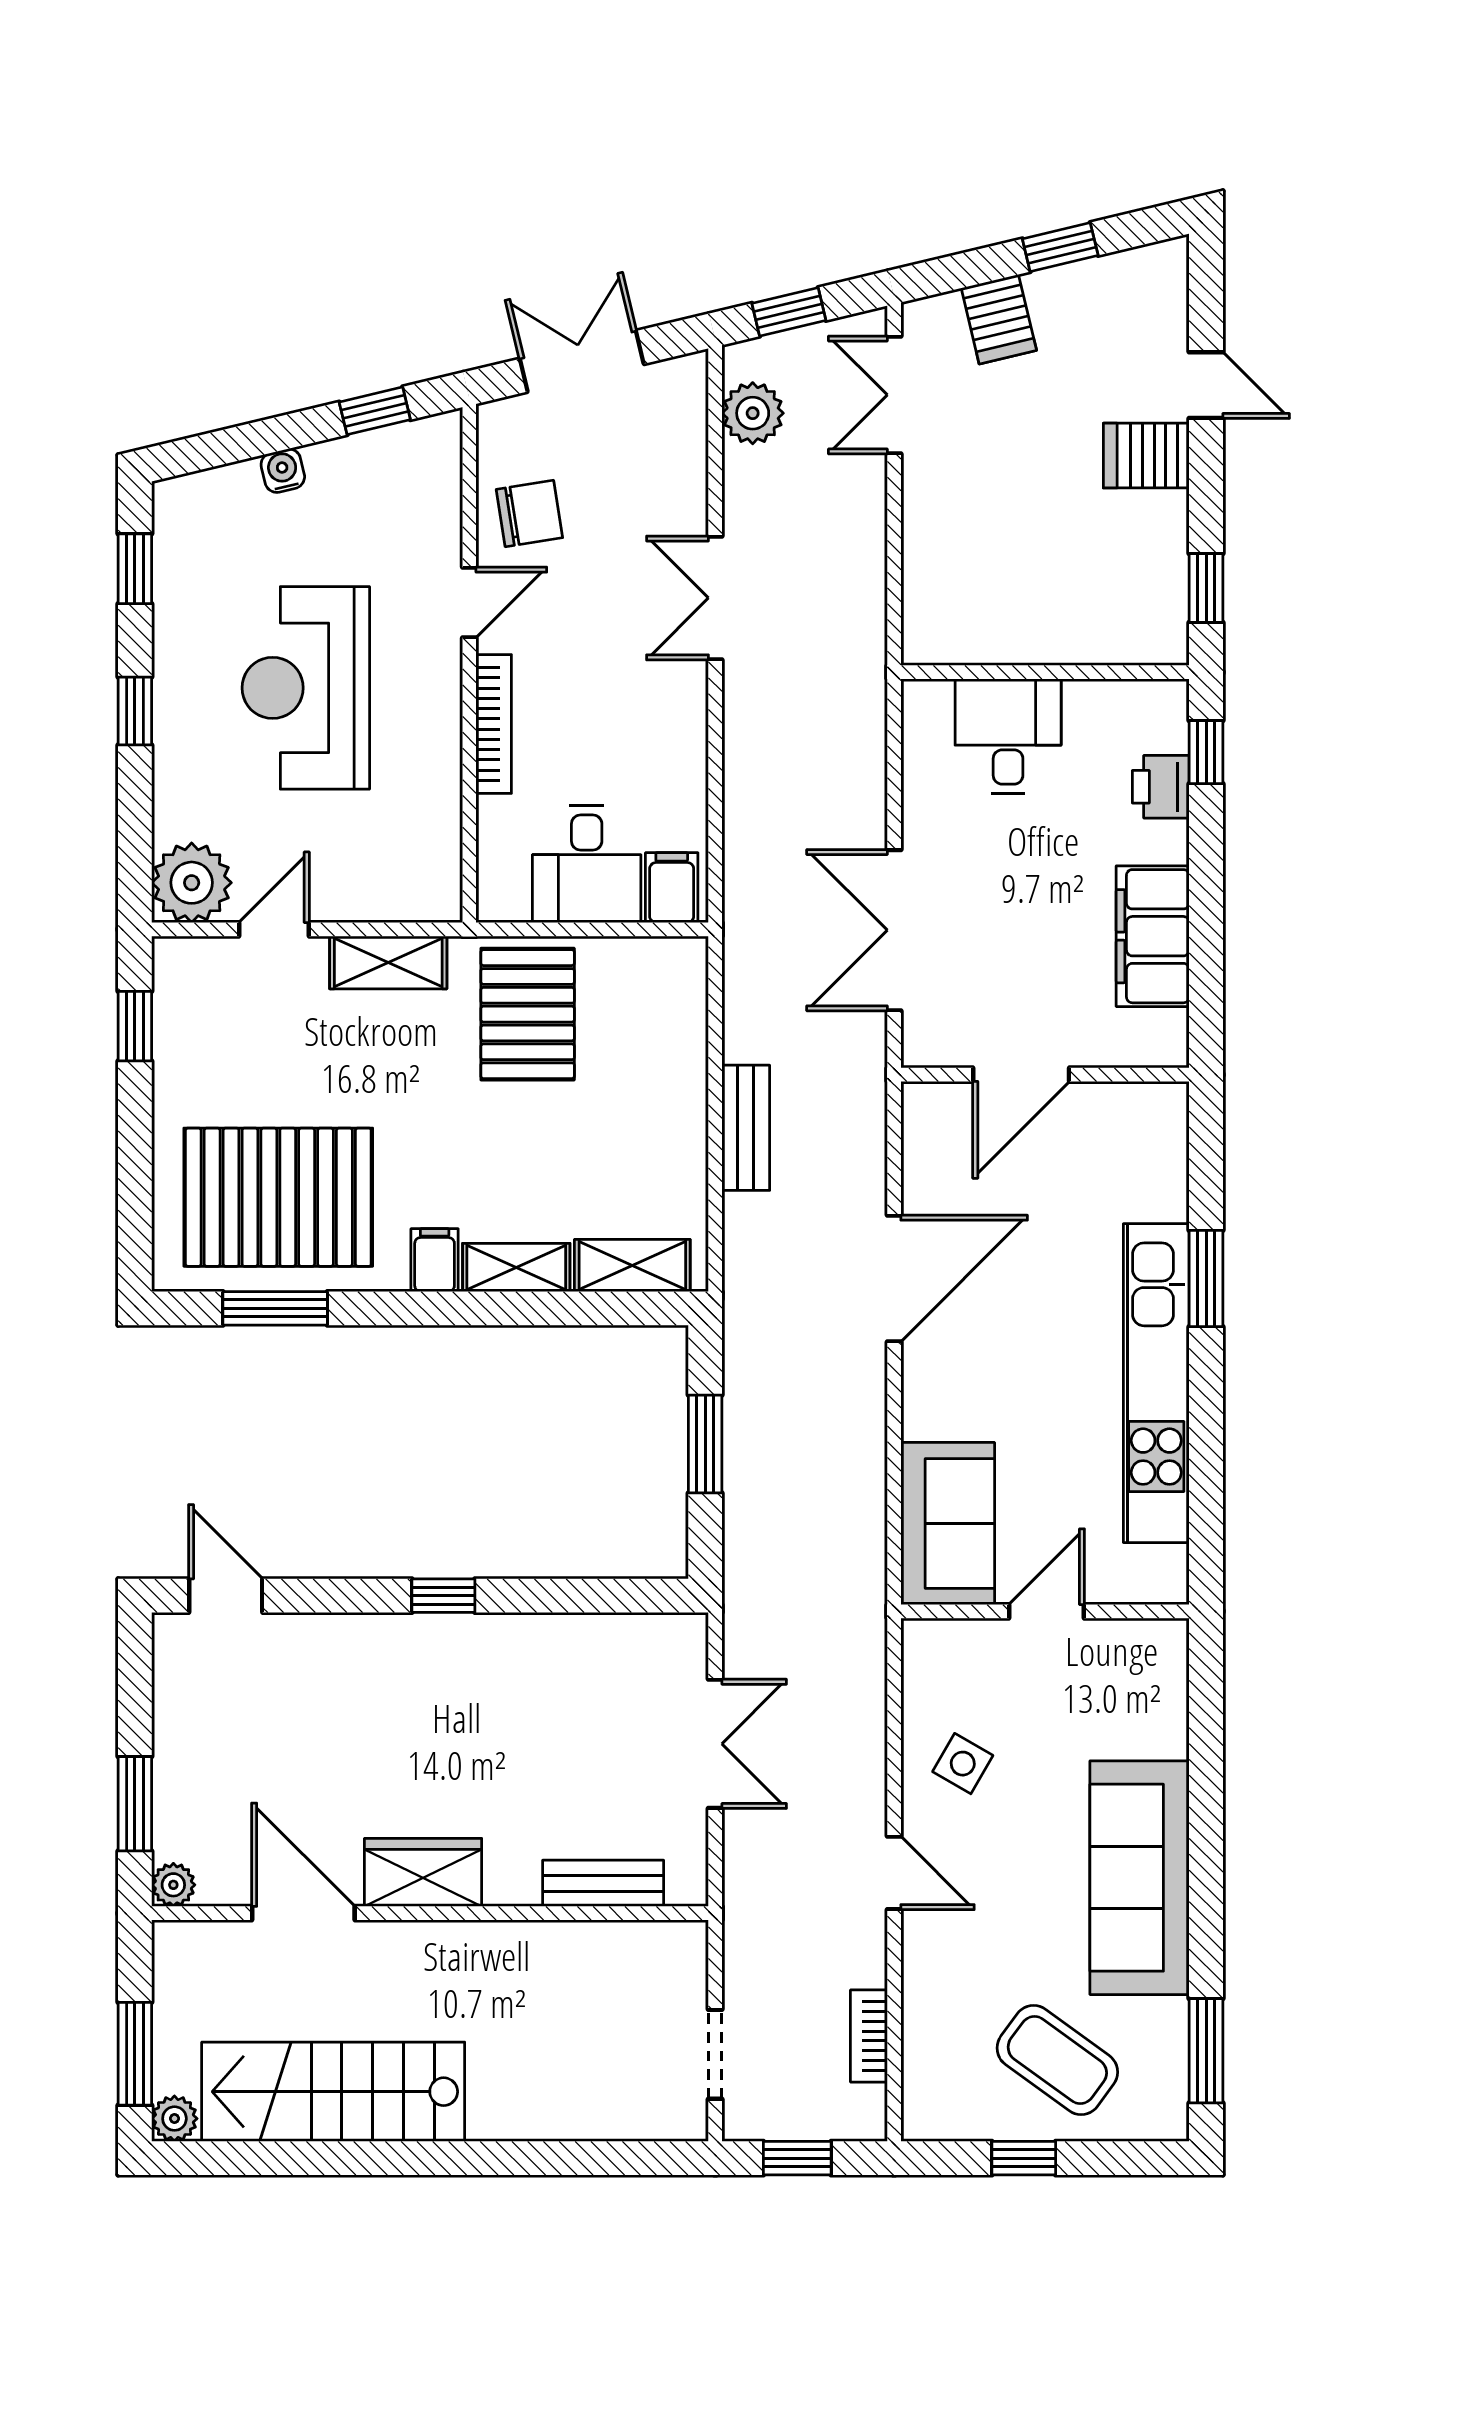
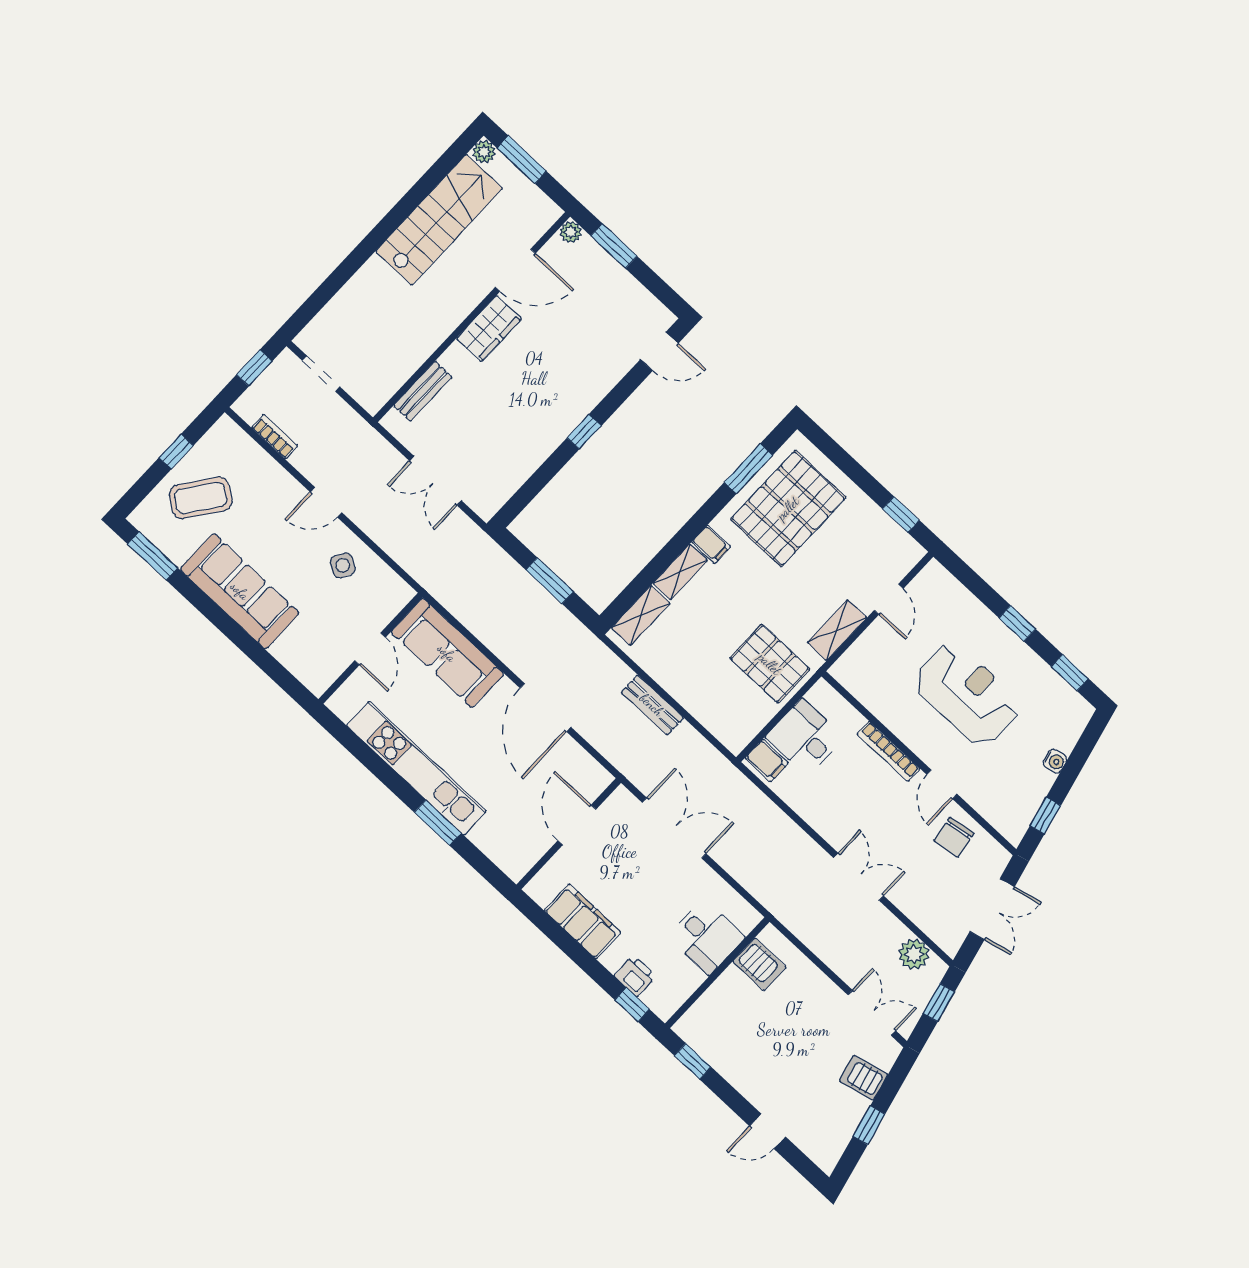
server rack: (1146, 456) -> (760, 964), moved, turned 90
plant: (192, 883) -> (934, 585), removed
sofa: (948, 1523) -> (447, 653), width x1.36

